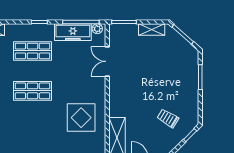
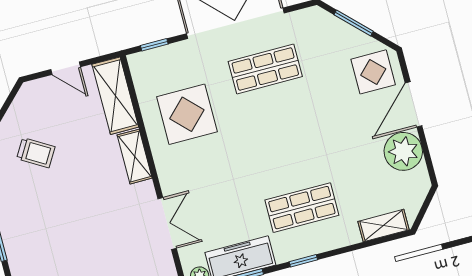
shop shelf: (32, 91) -> (265, 69), moved
shelving: (115, 102) -> (135, 157), added

